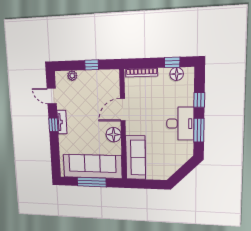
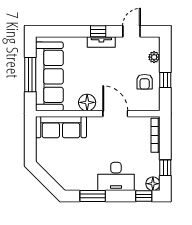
floor lamp: (177, 74) -> (153, 184), moved
armchair: (94, 84) -> (145, 82), added
window: (199, 100) -> (144, 196), moved
desk: (180, 124) -> (116, 176), moved

